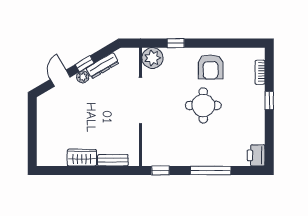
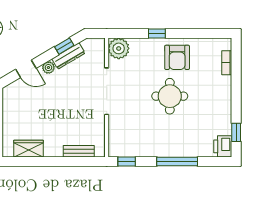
window: (176, 43) -> (157, 33), moved
window: (85, 64) -> (64, 46), moved
door: (60, 78) -> (26, 69), swing flipped
window: (269, 101) -> (236, 132), moved
wardrobe: (82, 158) -> (28, 149), moved

